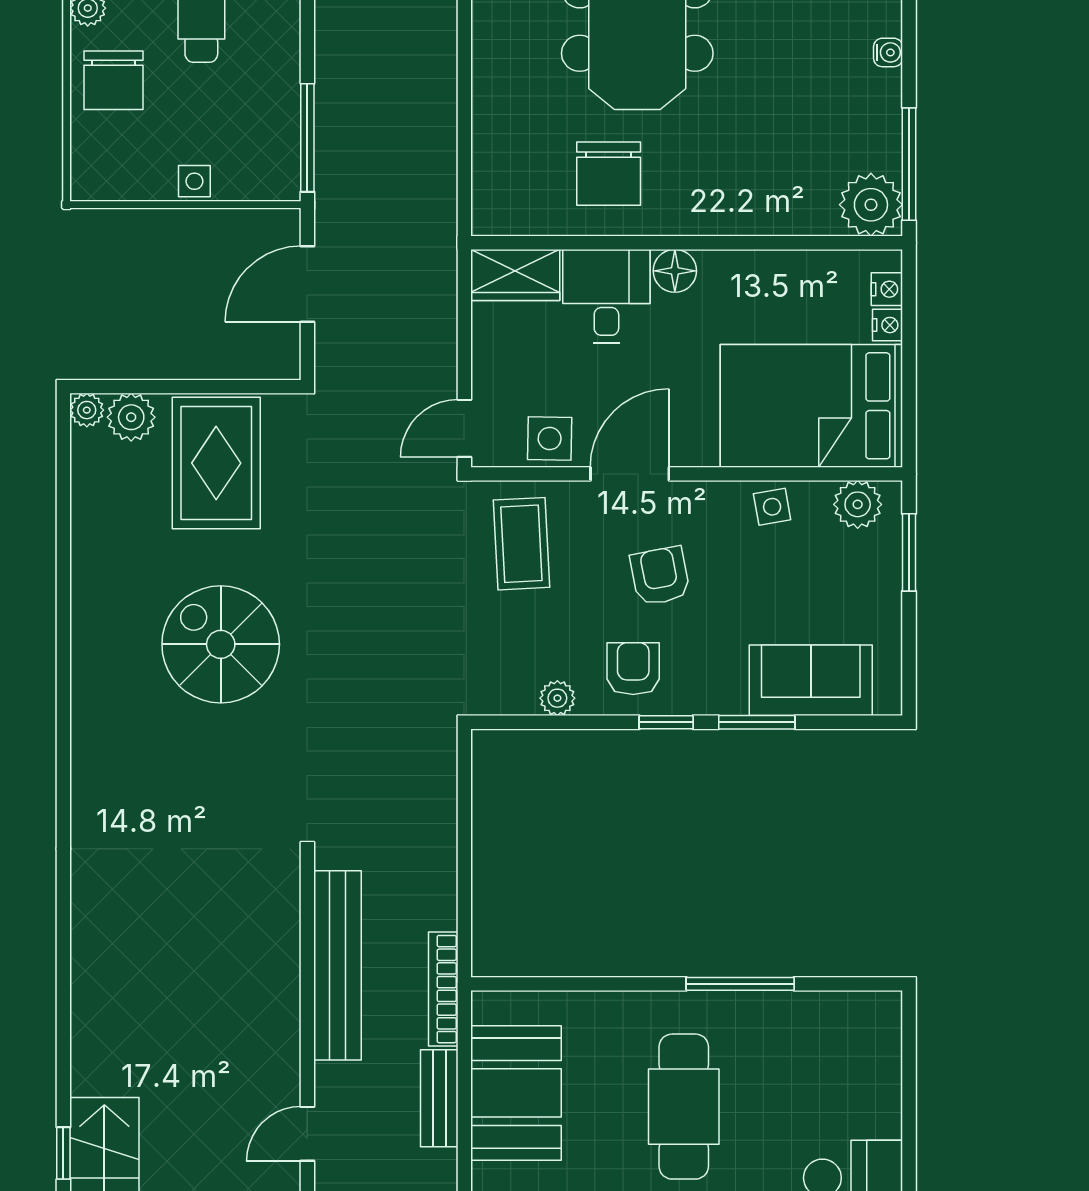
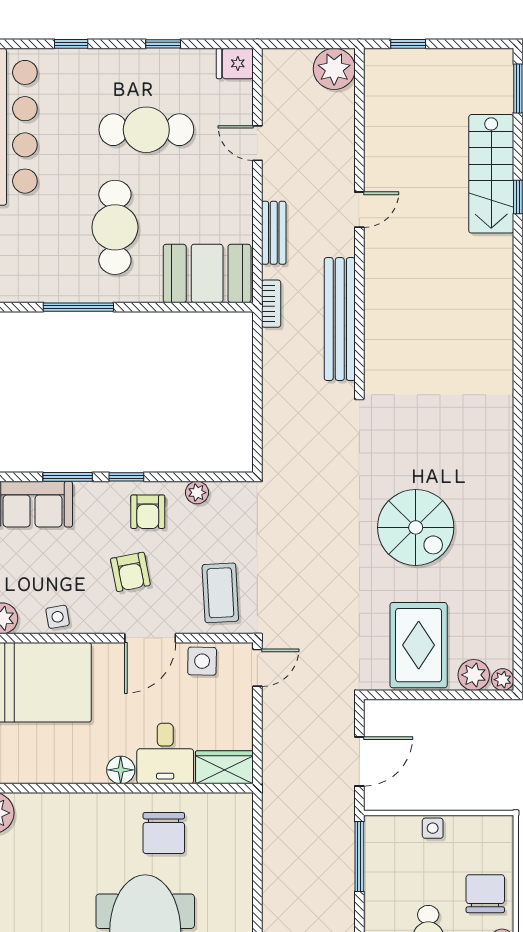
chair: (609, 174) -> (164, 833), turned 180
bookcase: (443, 989) -> (271, 304), width x0.64
booth: (516, 1093) -> (207, 273), moved, turned 90

